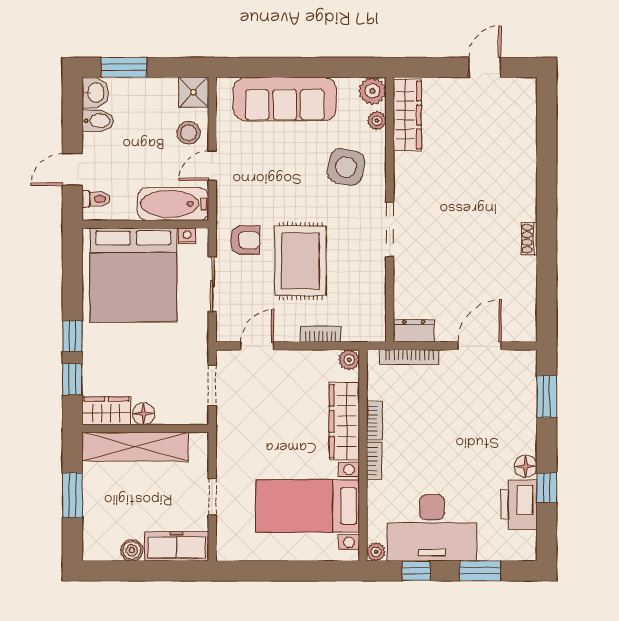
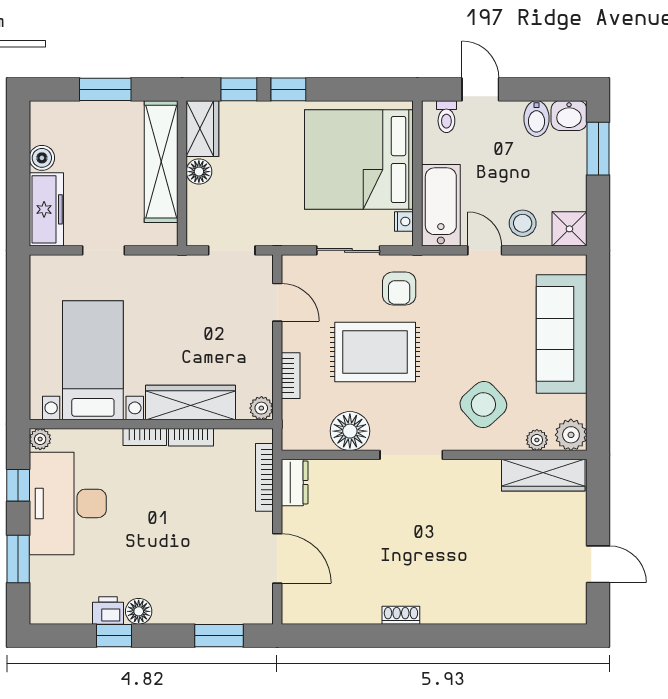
side table: (346, 167) -> (483, 405), turned 37
floor lamp: (369, 283) -> (350, 431), added
printer: (519, 504) -> (108, 610), width x0.53, depth x0.68

